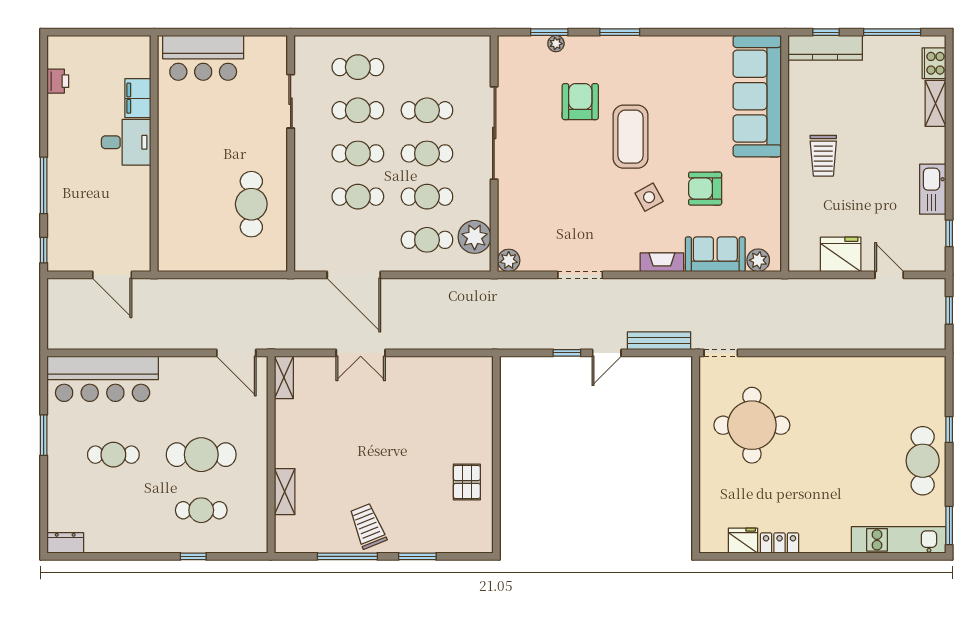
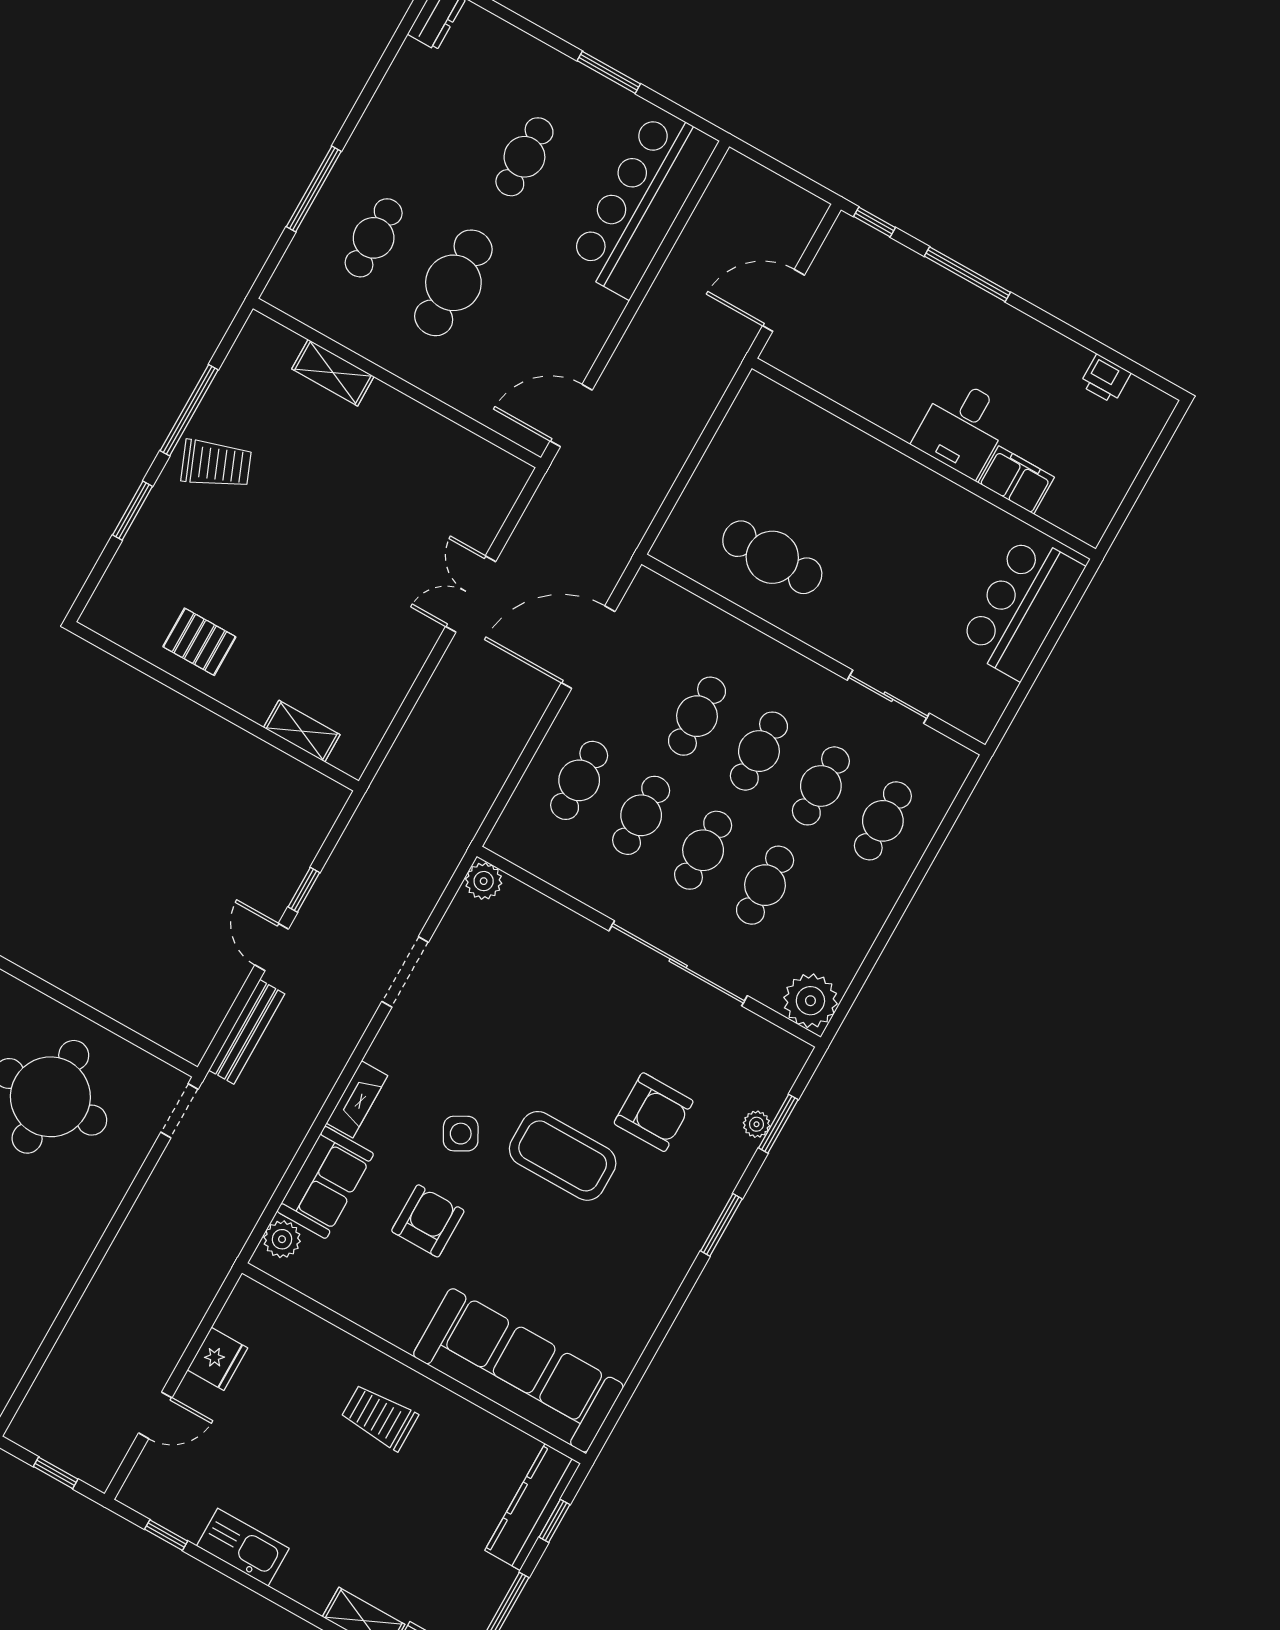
plant: (475, 237) -> (810, 1001), moved
fridge: (841, 254) -> (217, 1359), width x0.73, depth x0.75
shelving: (284, 377) -> (302, 731), moved
window: (193, 556) -> (314, 189), width x2.17

